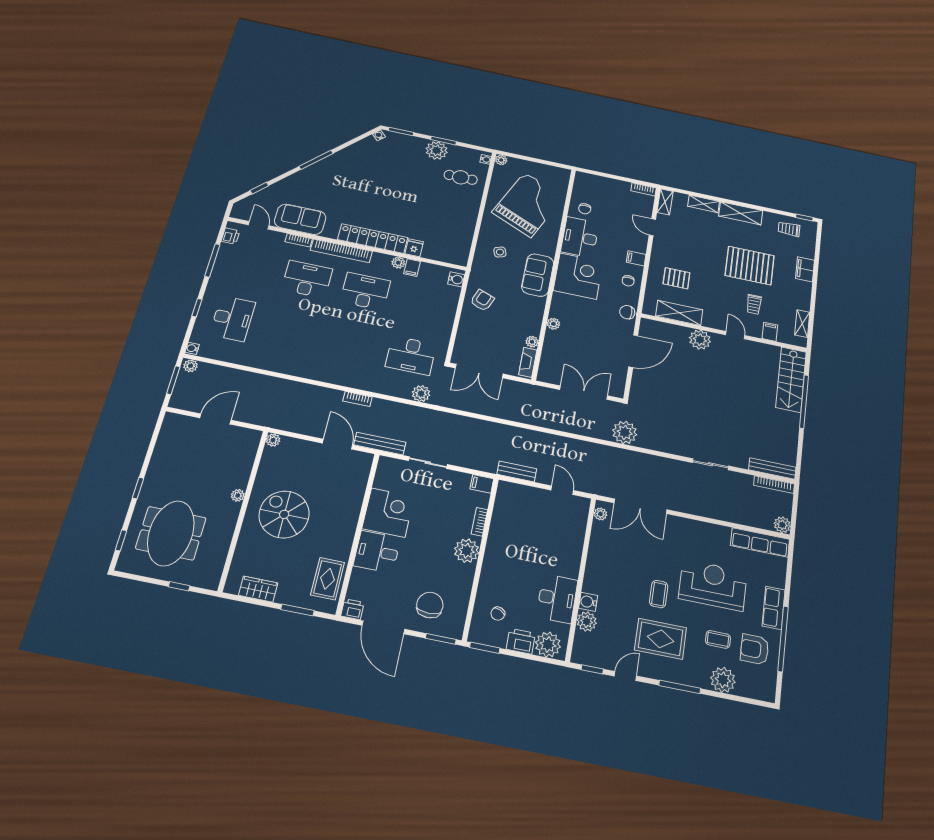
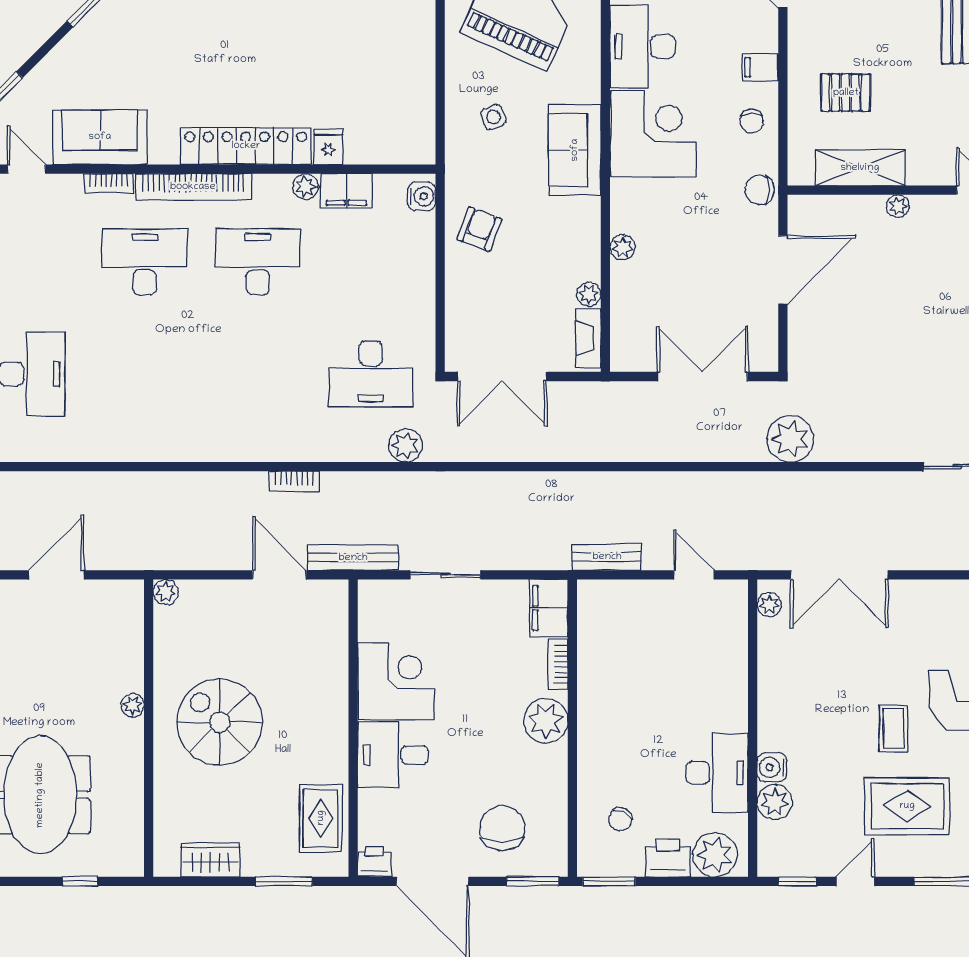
filing cabinet: (412, 268) -> (346, 191), width x2.00
plant: (700, 340) -> (898, 206), width x0.53, depth x0.53
filing cabinet: (482, 484) -> (549, 608), width x2.00

